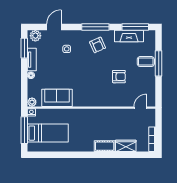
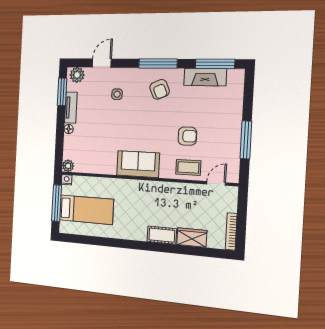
coffee table: (146, 62) -> (188, 167), moved
window: (159, 63) -> (246, 140), moved
sofa: (57, 98) -> (138, 164), moved

